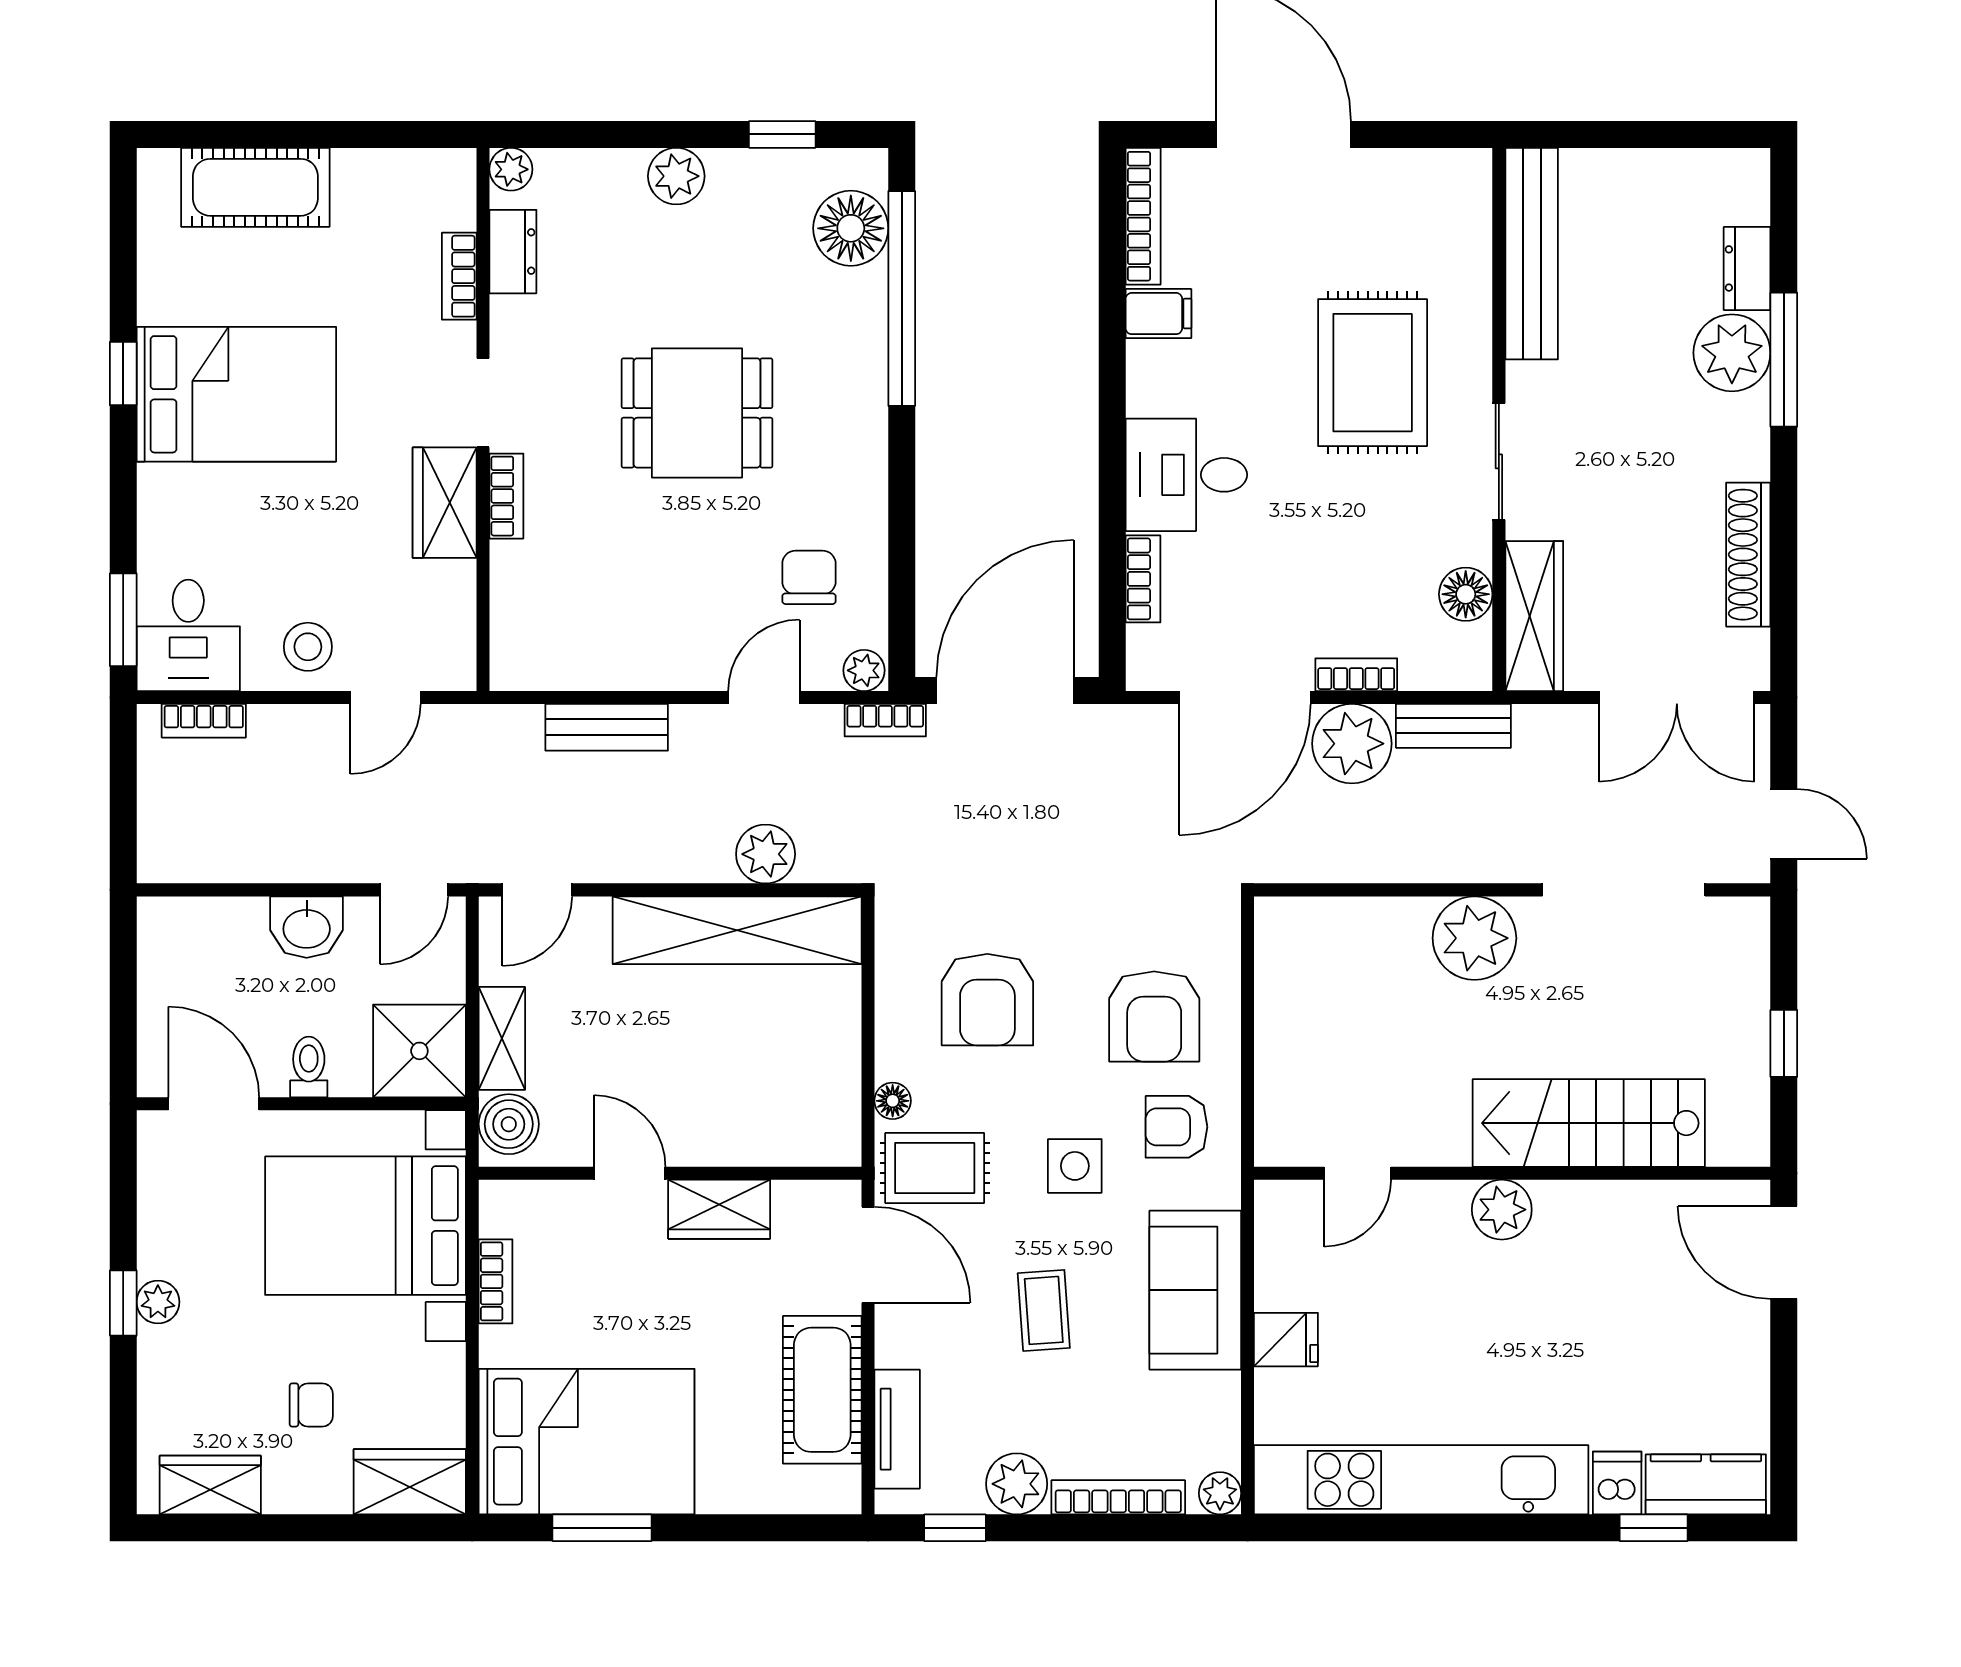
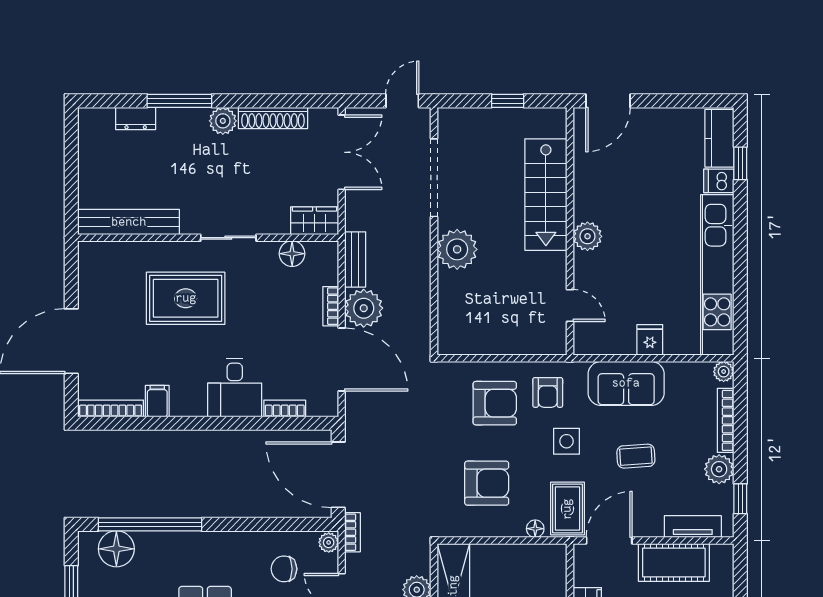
plant: (1732, 353) -> (223, 121), moved, width x0.73, depth x0.73
wardrobe: (1534, 616) -> (315, 221), width x0.67

